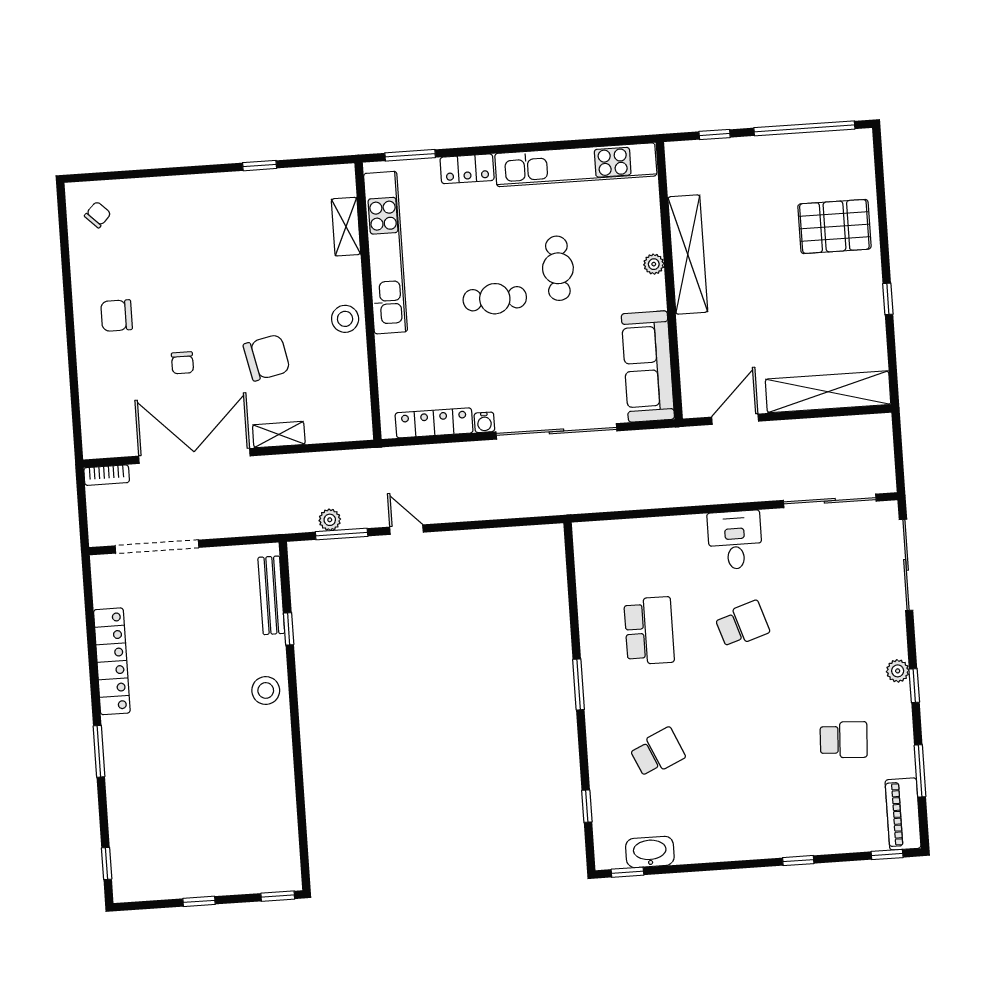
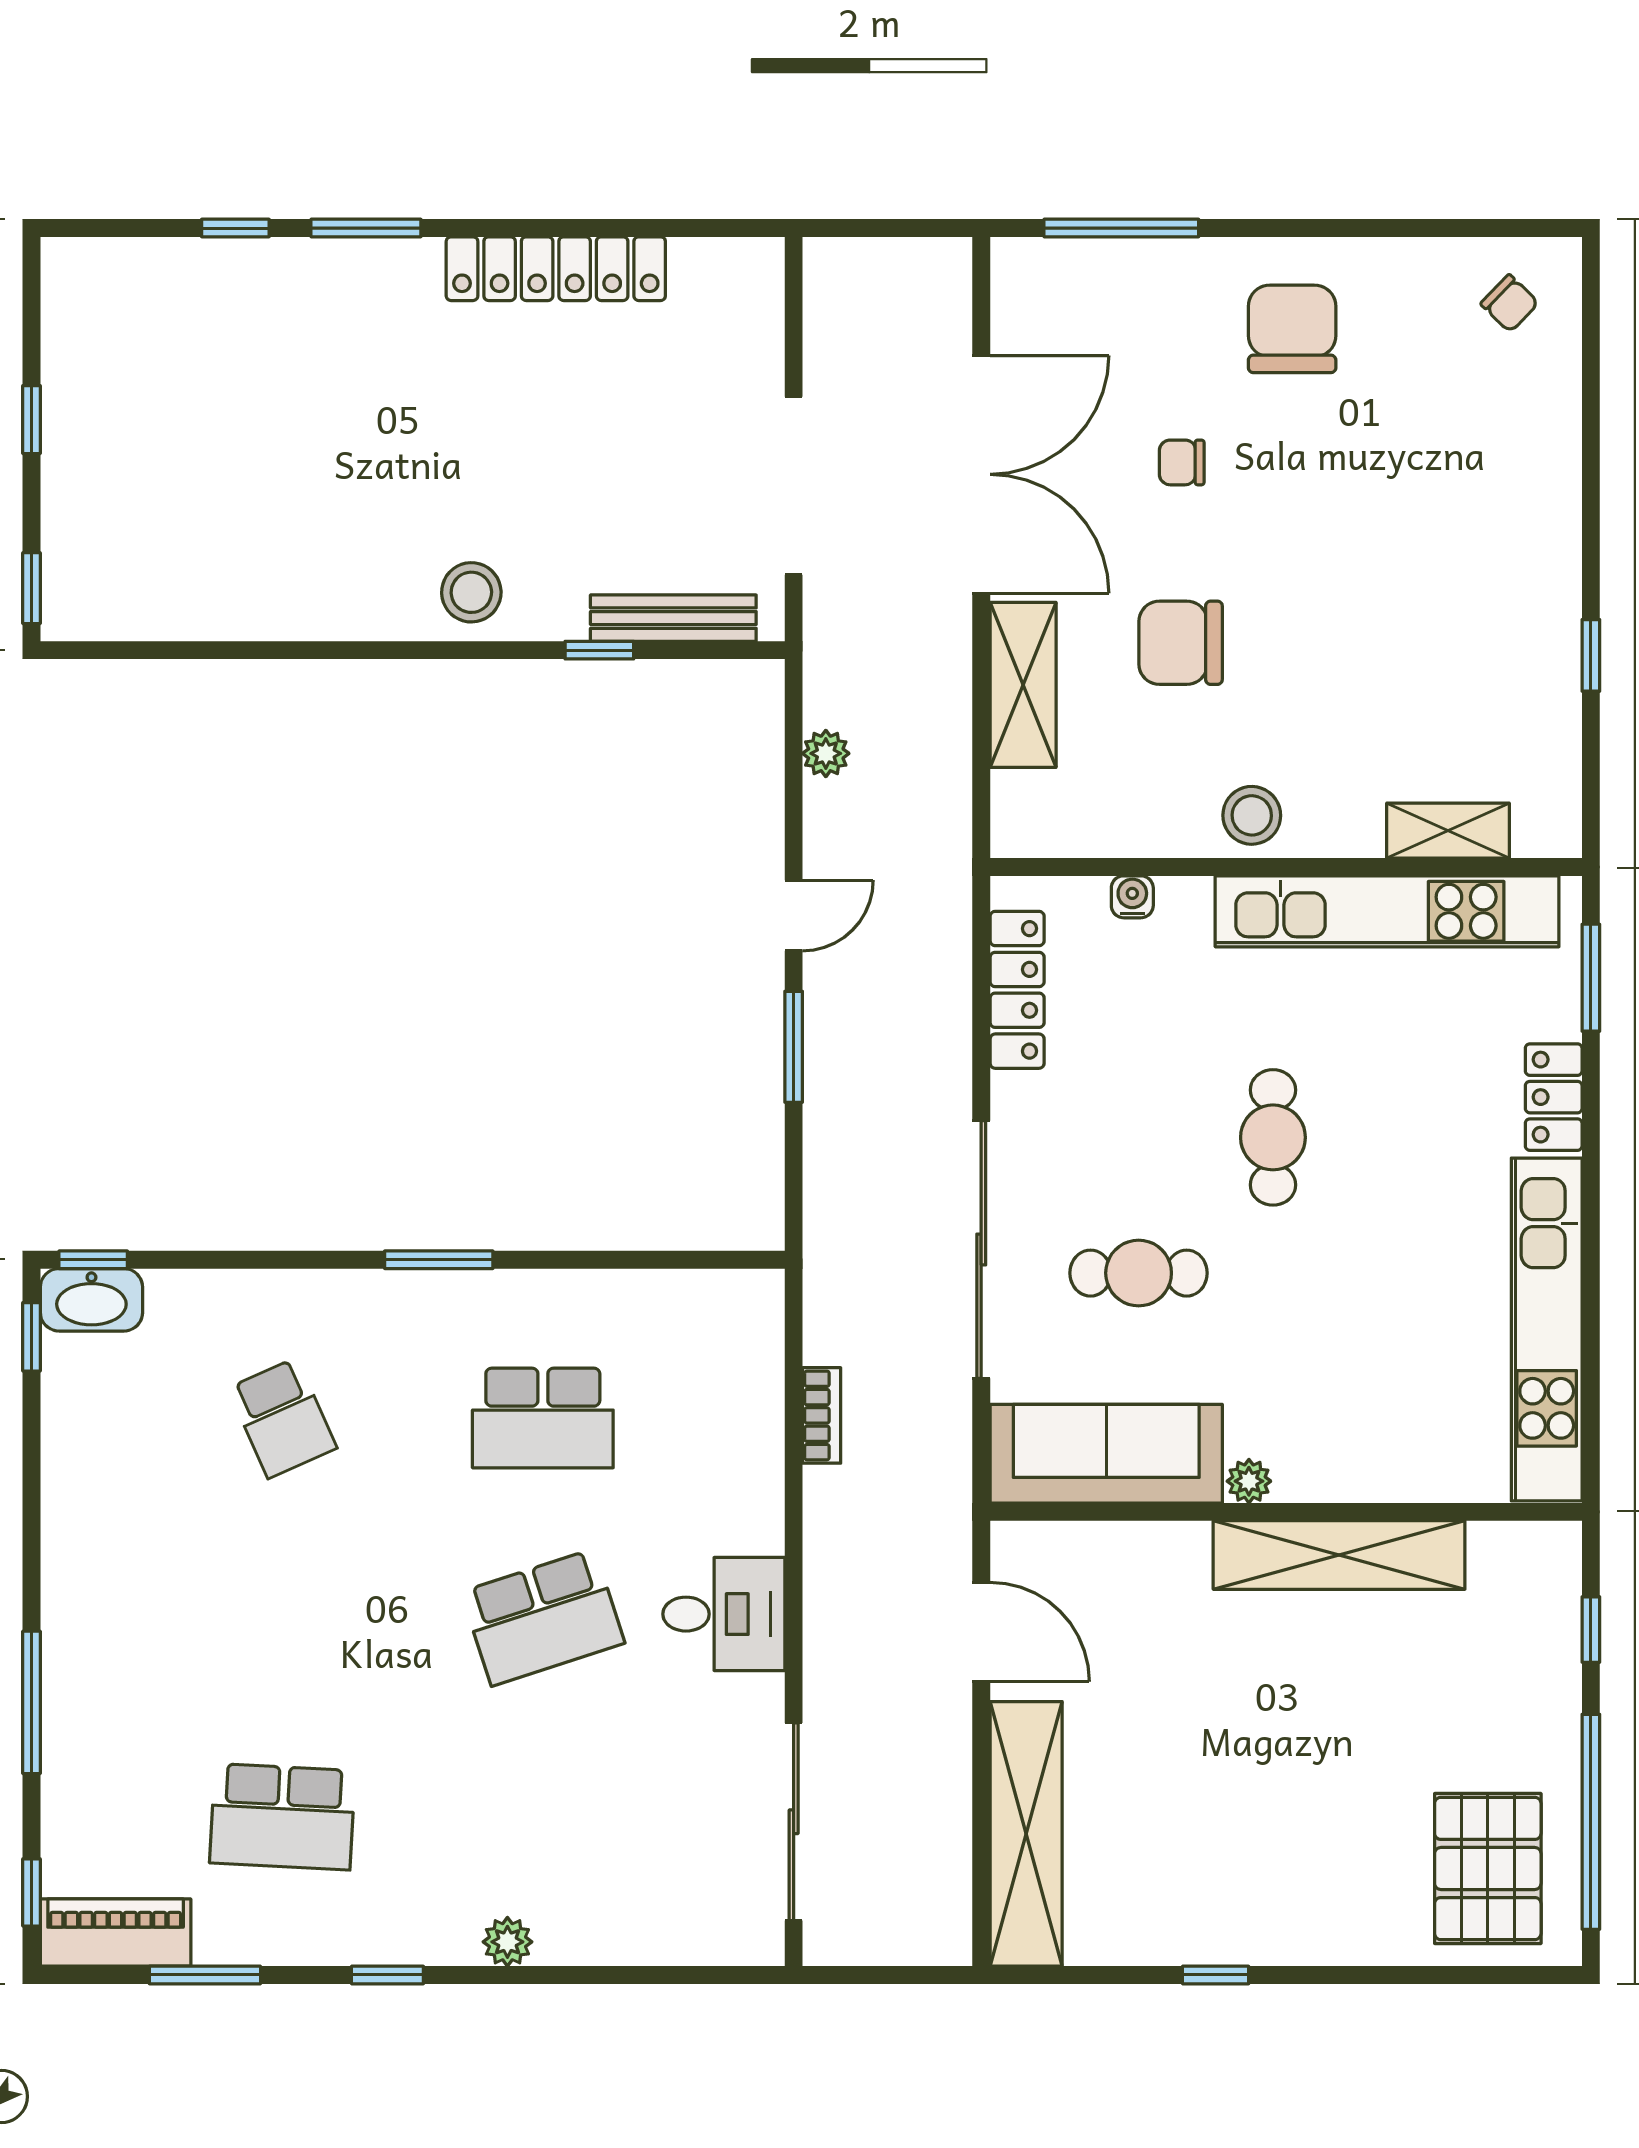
pallet: (834, 226) -> (1488, 1868), moved
plant: (654, 264) -> (1249, 1481), moved
cafe table: (558, 268) -> (1139, 1273), moved
chair: (117, 316) -> (1292, 329), width x1.37, depth x1.37
chair: (267, 358) -> (1181, 643), turned 102
window: (75, 398) -> (1121, 228), added
water cooler: (484, 422) -> (1132, 897), moved, turned 90
shelving: (279, 435) -> (1023, 685), width x1.50, depth x1.33
bookcase: (107, 475) -> (822, 1415), moved, turned 180
window: (342, 534) -> (794, 1047), moved
doorway: (157, 547) -> (794, 486), moved
sliding door: (906, 565) -> (646, 1975), removed
school desk: (742, 624) -> (543, 1617), width x1.85
plant: (898, 671) -> (507, 1942), moved
school desk: (844, 740) -> (282, 1817), width x1.85
window: (587, 806) -> (93, 1260), moved
washbasin: (650, 852) -> (91, 1300), moved, turned 90
window: (798, 861) -> (32, 1702), width x2.17
window: (107, 864) -> (235, 228), moved

